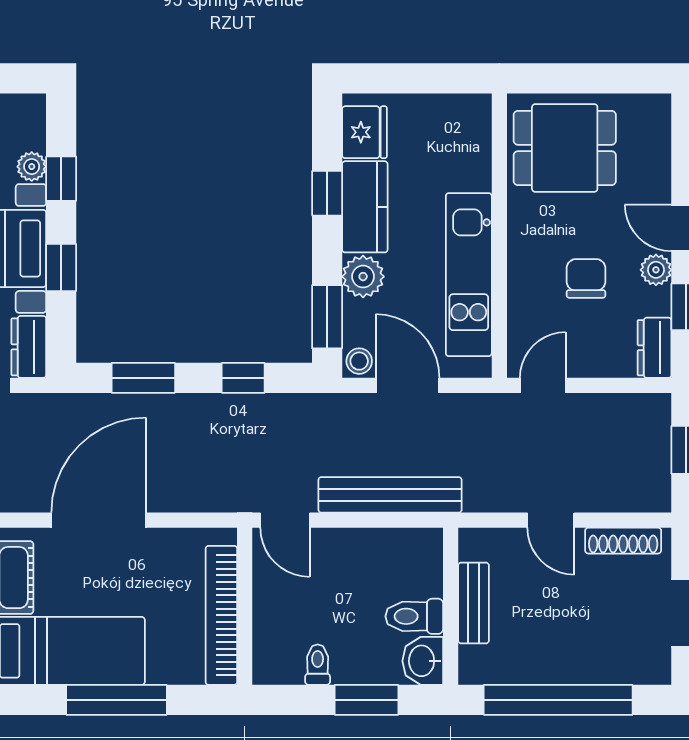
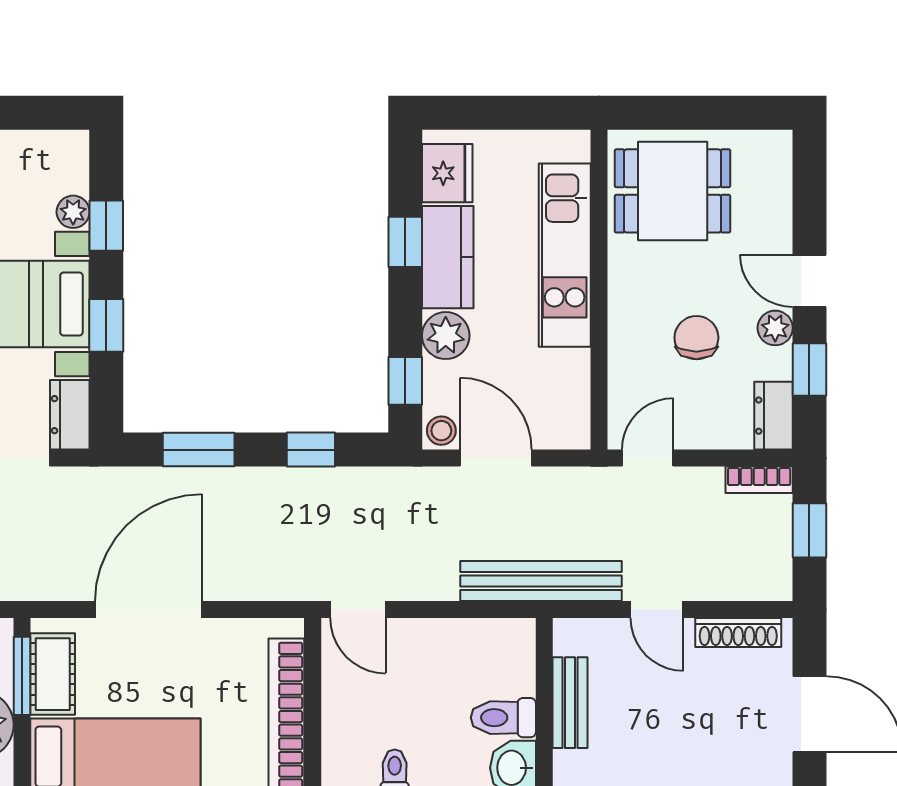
kitchen unit: (469, 275) -> (565, 255), moved
window: (327, 317) -> (405, 381), width x0.67
bookcase: (642, 405) -> (759, 480), added
bench: (390, 495) -> (541, 581), moved

